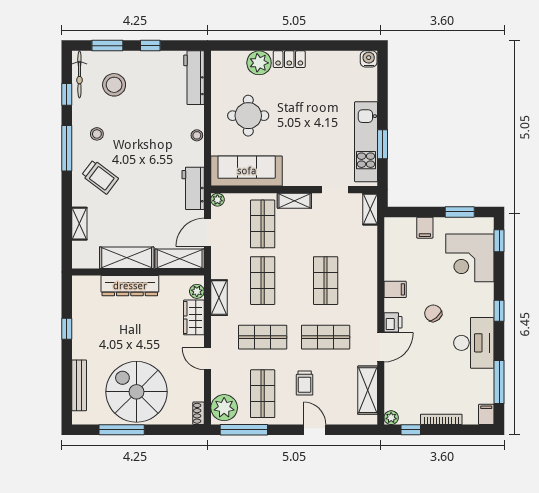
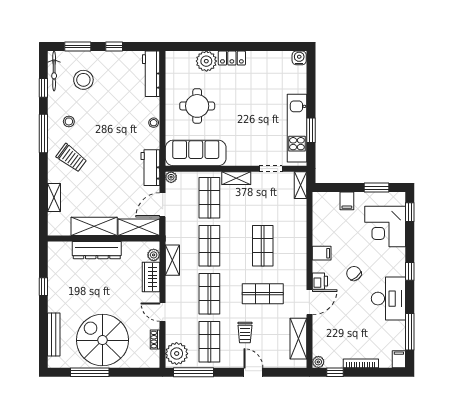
shop shelf: (263, 337) -> (209, 294), turned 90
shoe rack: (199, 413) -> (155, 340), moved

